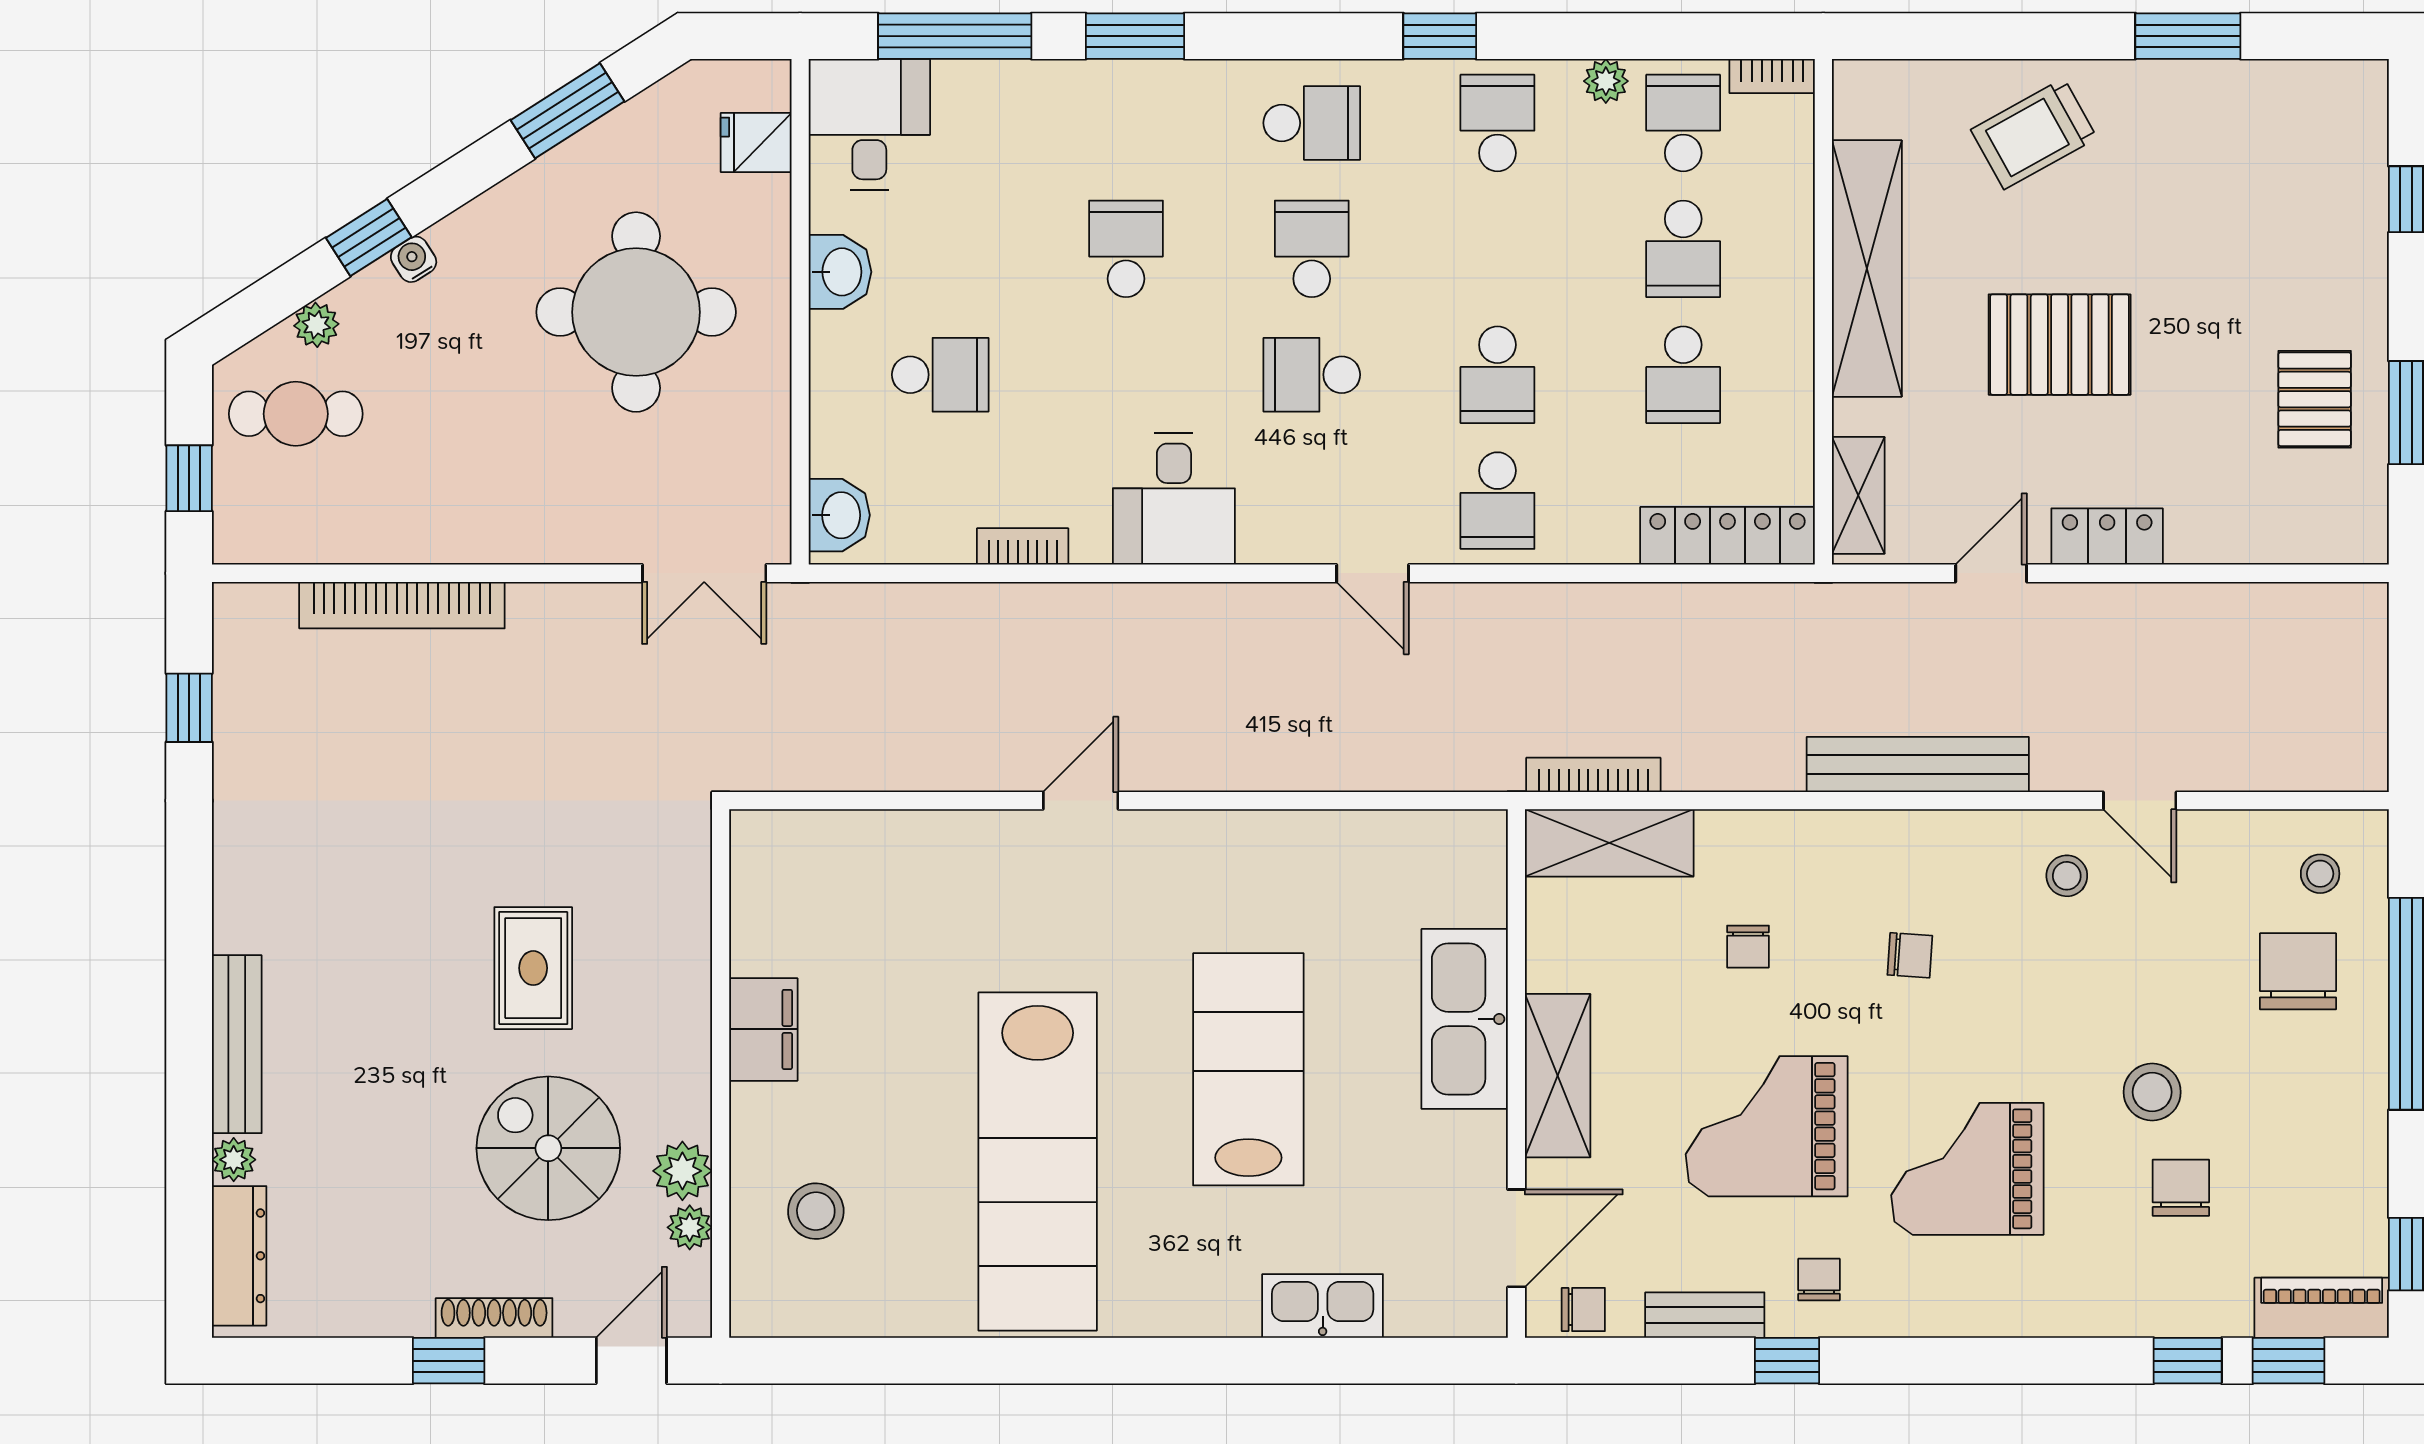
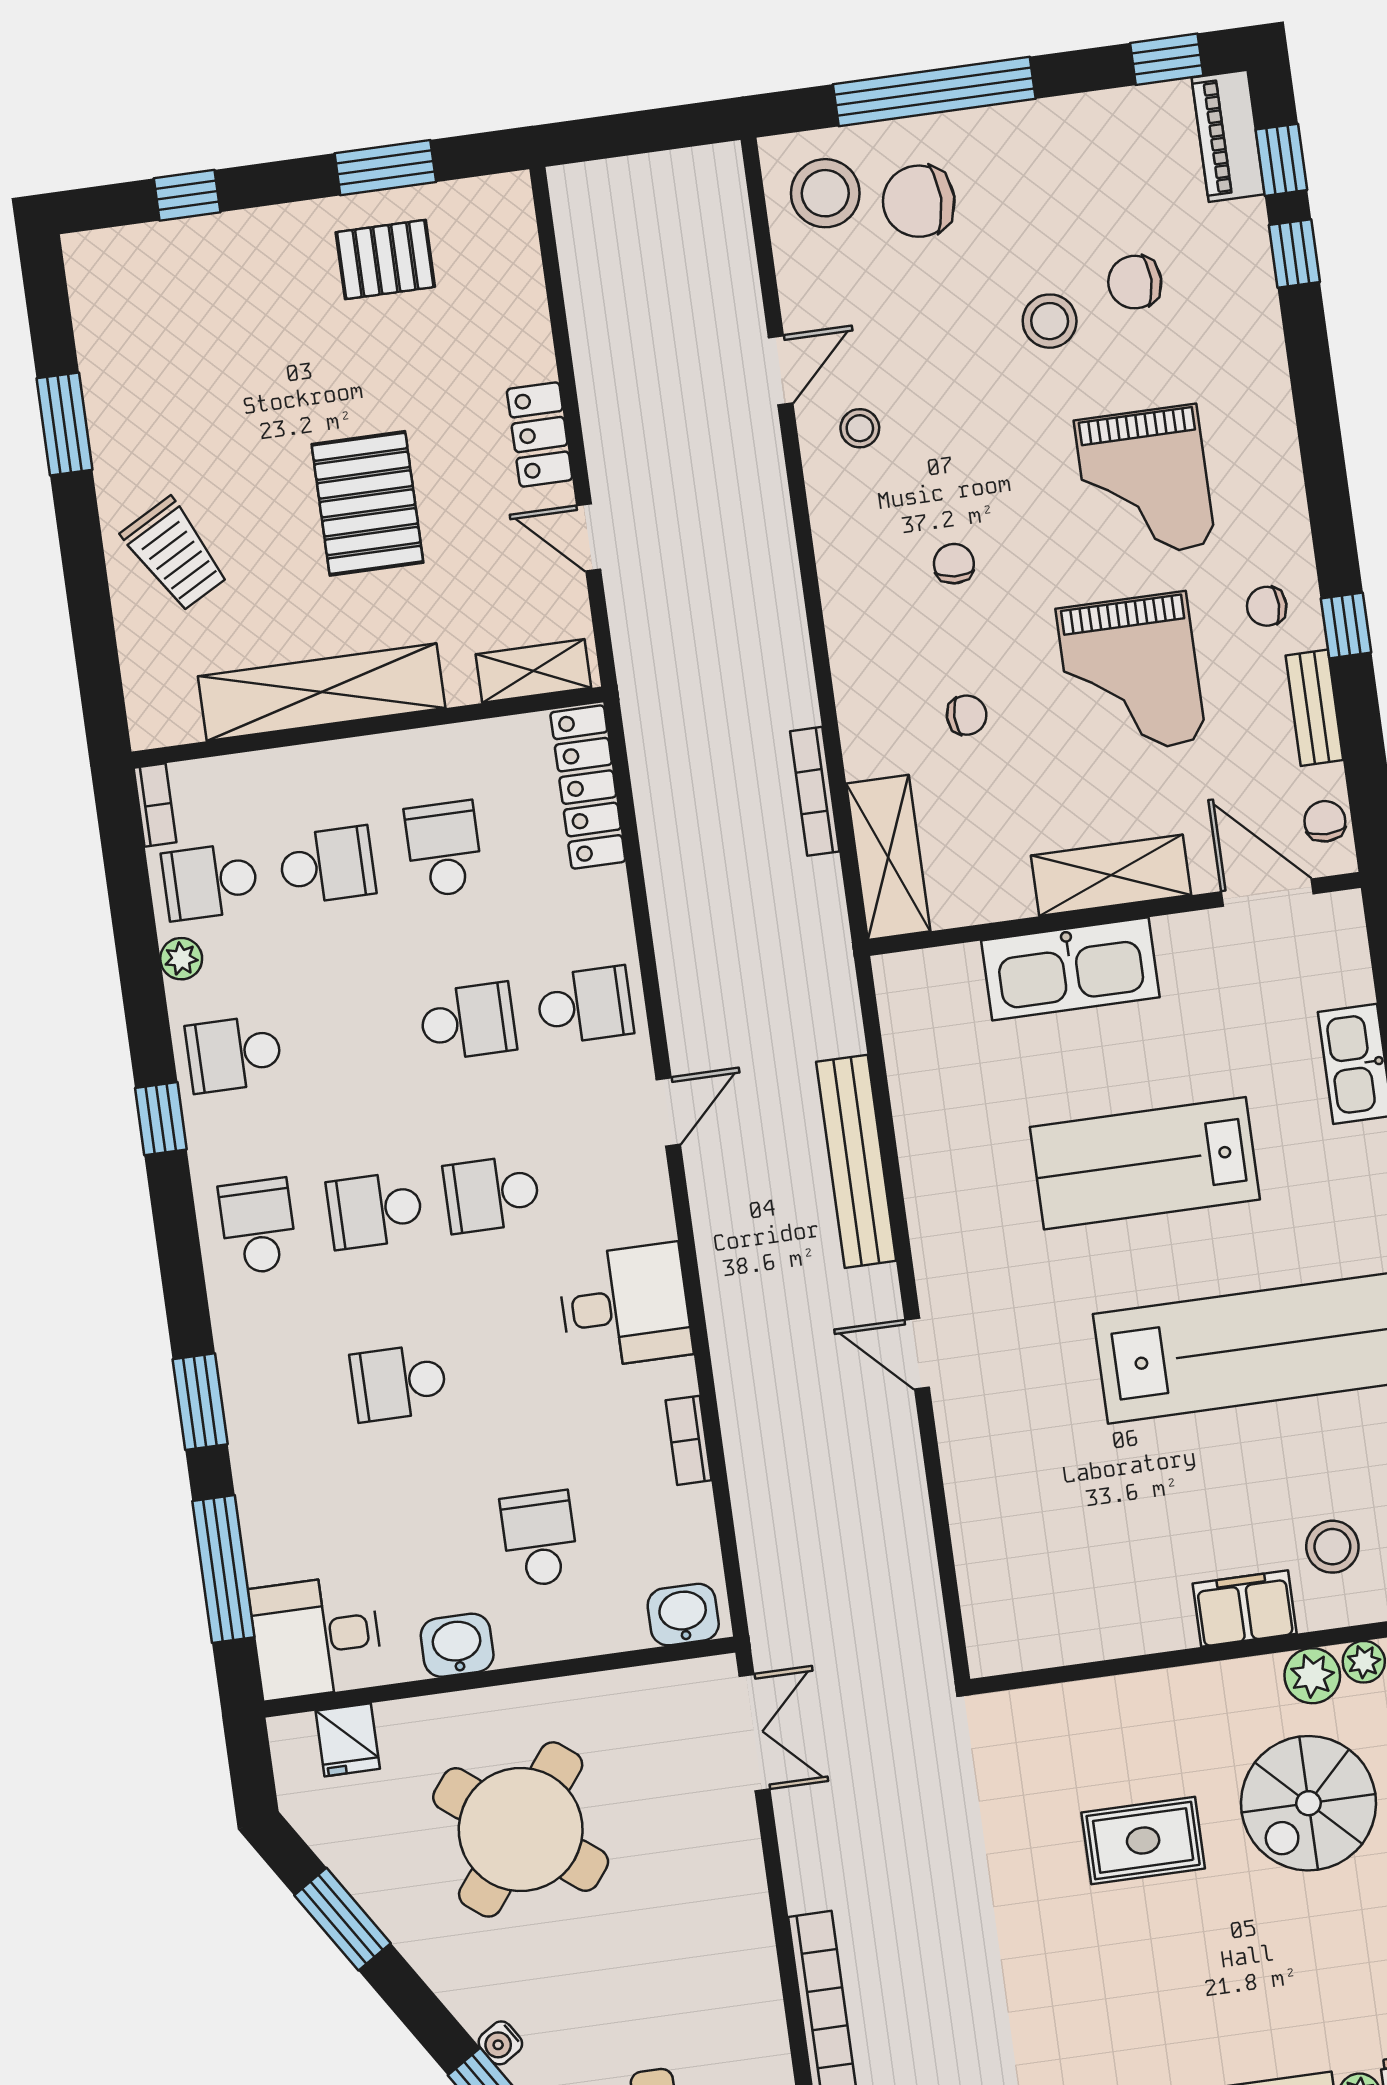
round table: (636, 312) -> (521, 1829), turned 38
school desk: (1312, 375) -> (492, 1194), turned 90
school desk: (1683, 375) -> (444, 849), turned -90
bench: (1918, 764) -> (856, 1161), moved
bookcase: (1593, 775) -> (815, 791), moved
stool: (2320, 874) -> (825, 193), width x1.89, depth x1.89
filing cabinet: (763, 1029) -> (1245, 1609), moved

